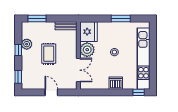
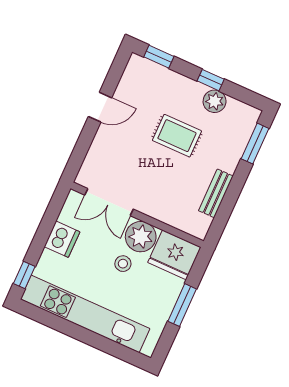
fridge: (89, 32) -> (174, 255), moved
plant: (87, 50) -> (141, 237), moved
wall: (78, 55) -> (137, 215), moved
double door: (78, 70) -> (109, 202), moved

